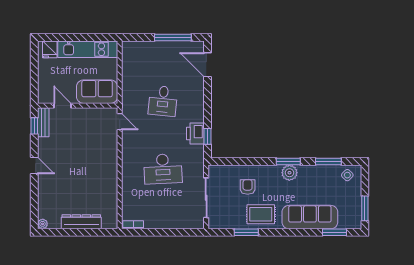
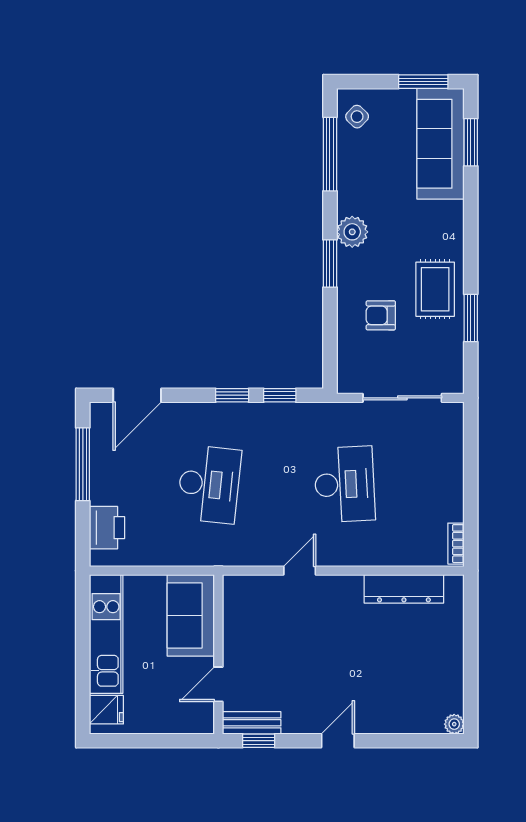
desk: (163, 101) -> (209, 484), width x1.37
window: (208, 112) -> (232, 395), added
door: (120, 122) -> (300, 571), moved
printer: (195, 134) -> (107, 528), moved, turned -90
window: (288, 162) -> (330, 263), moved
window: (328, 162) -> (330, 154), width x1.44
sofa: (310, 217) -> (441, 144), moved
dresser: (81, 222) -> (404, 589), moved, turned -90

